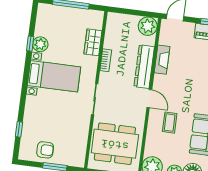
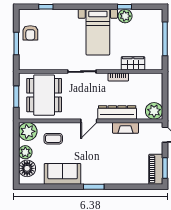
coffee table: (170, 123) -> (53, 139), moved

